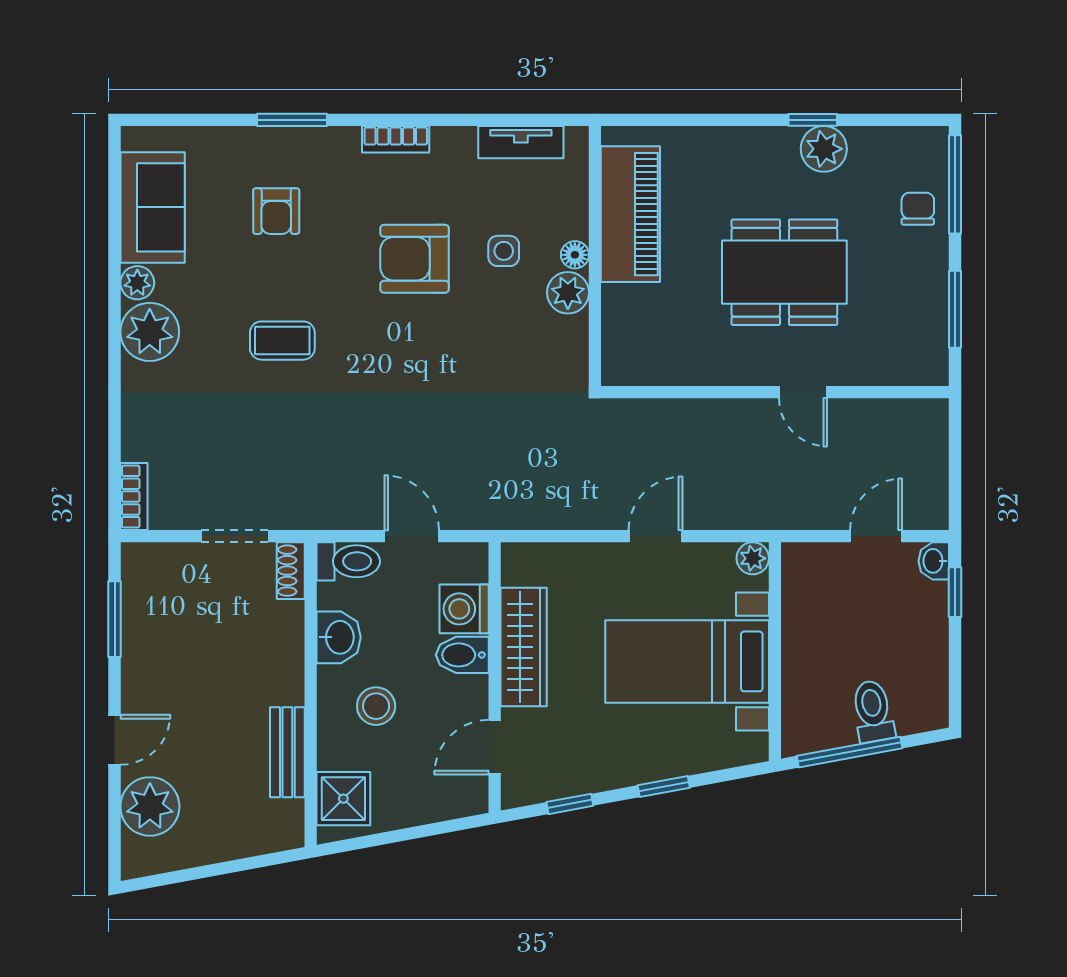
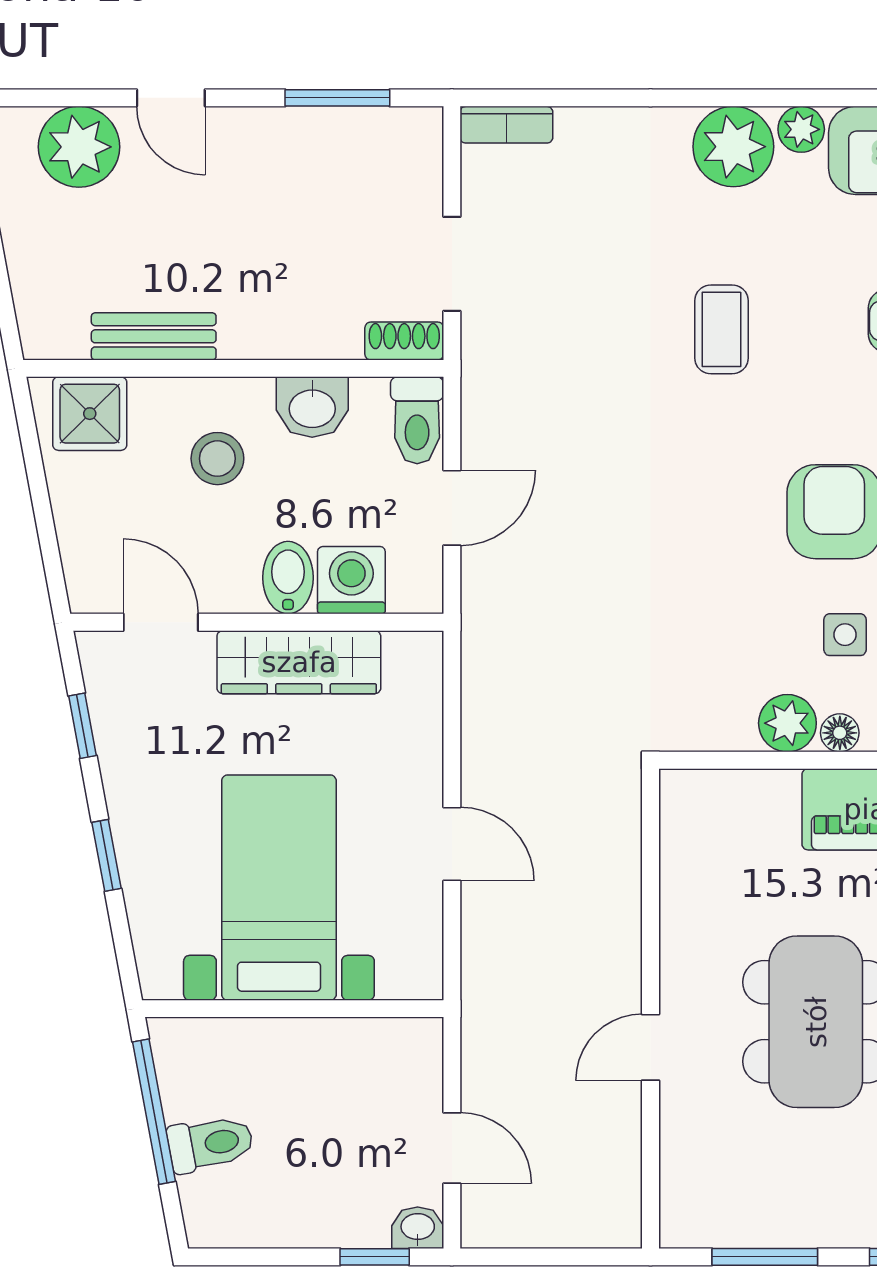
plant: (753, 558) -> (421, 978), removed

